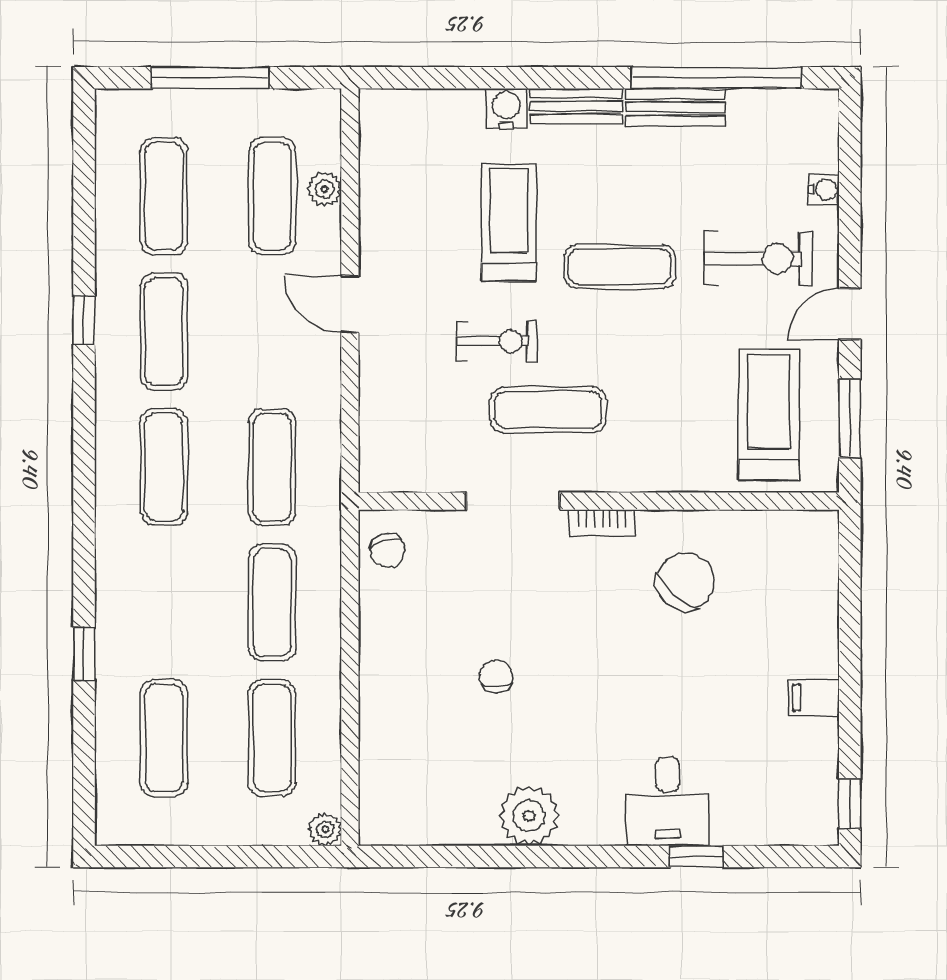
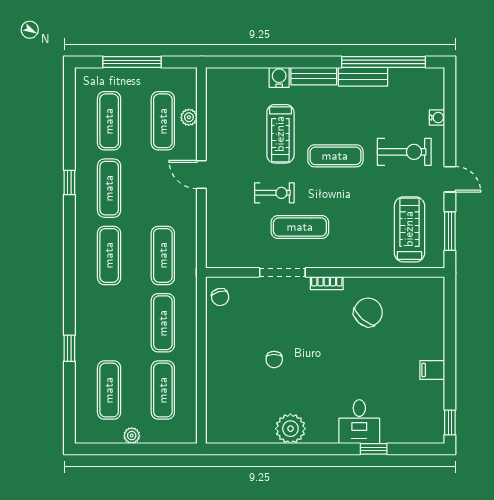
treadmill: (509, 222) -> (280, 134), turned 180
door: (850, 314) -> (450, 179), swing flipped
chair: (496, 676) -> (274, 359), turned 180
plant: (325, 830) -> (132, 436), moved

